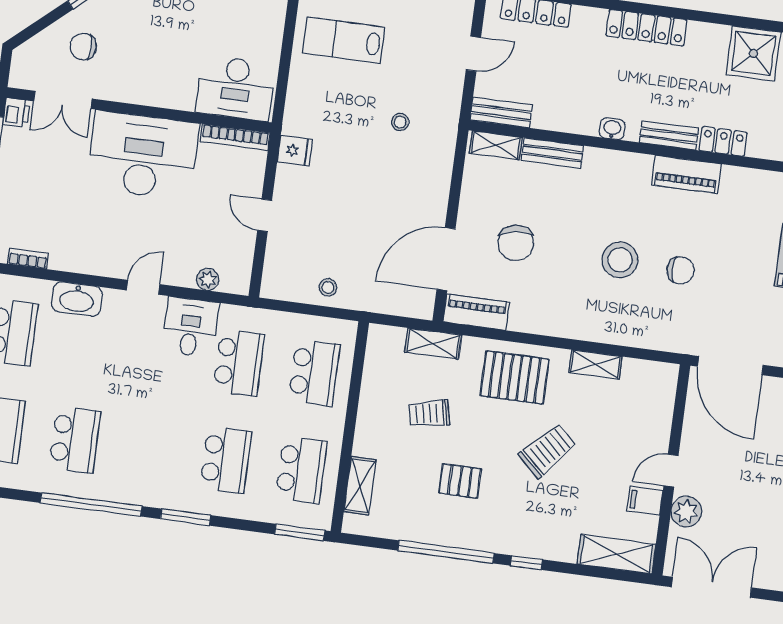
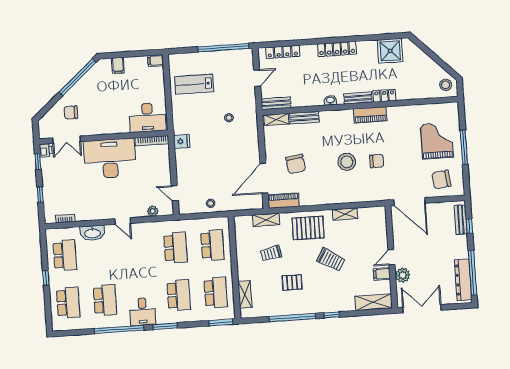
door: (265, 215) -> (175, 193), moved
door: (143, 287) -> (123, 221), swing flipped
desk: (190, 327) -> (143, 312), moved, turned 180
trolley: (548, 451) -> (331, 260), turned 78

